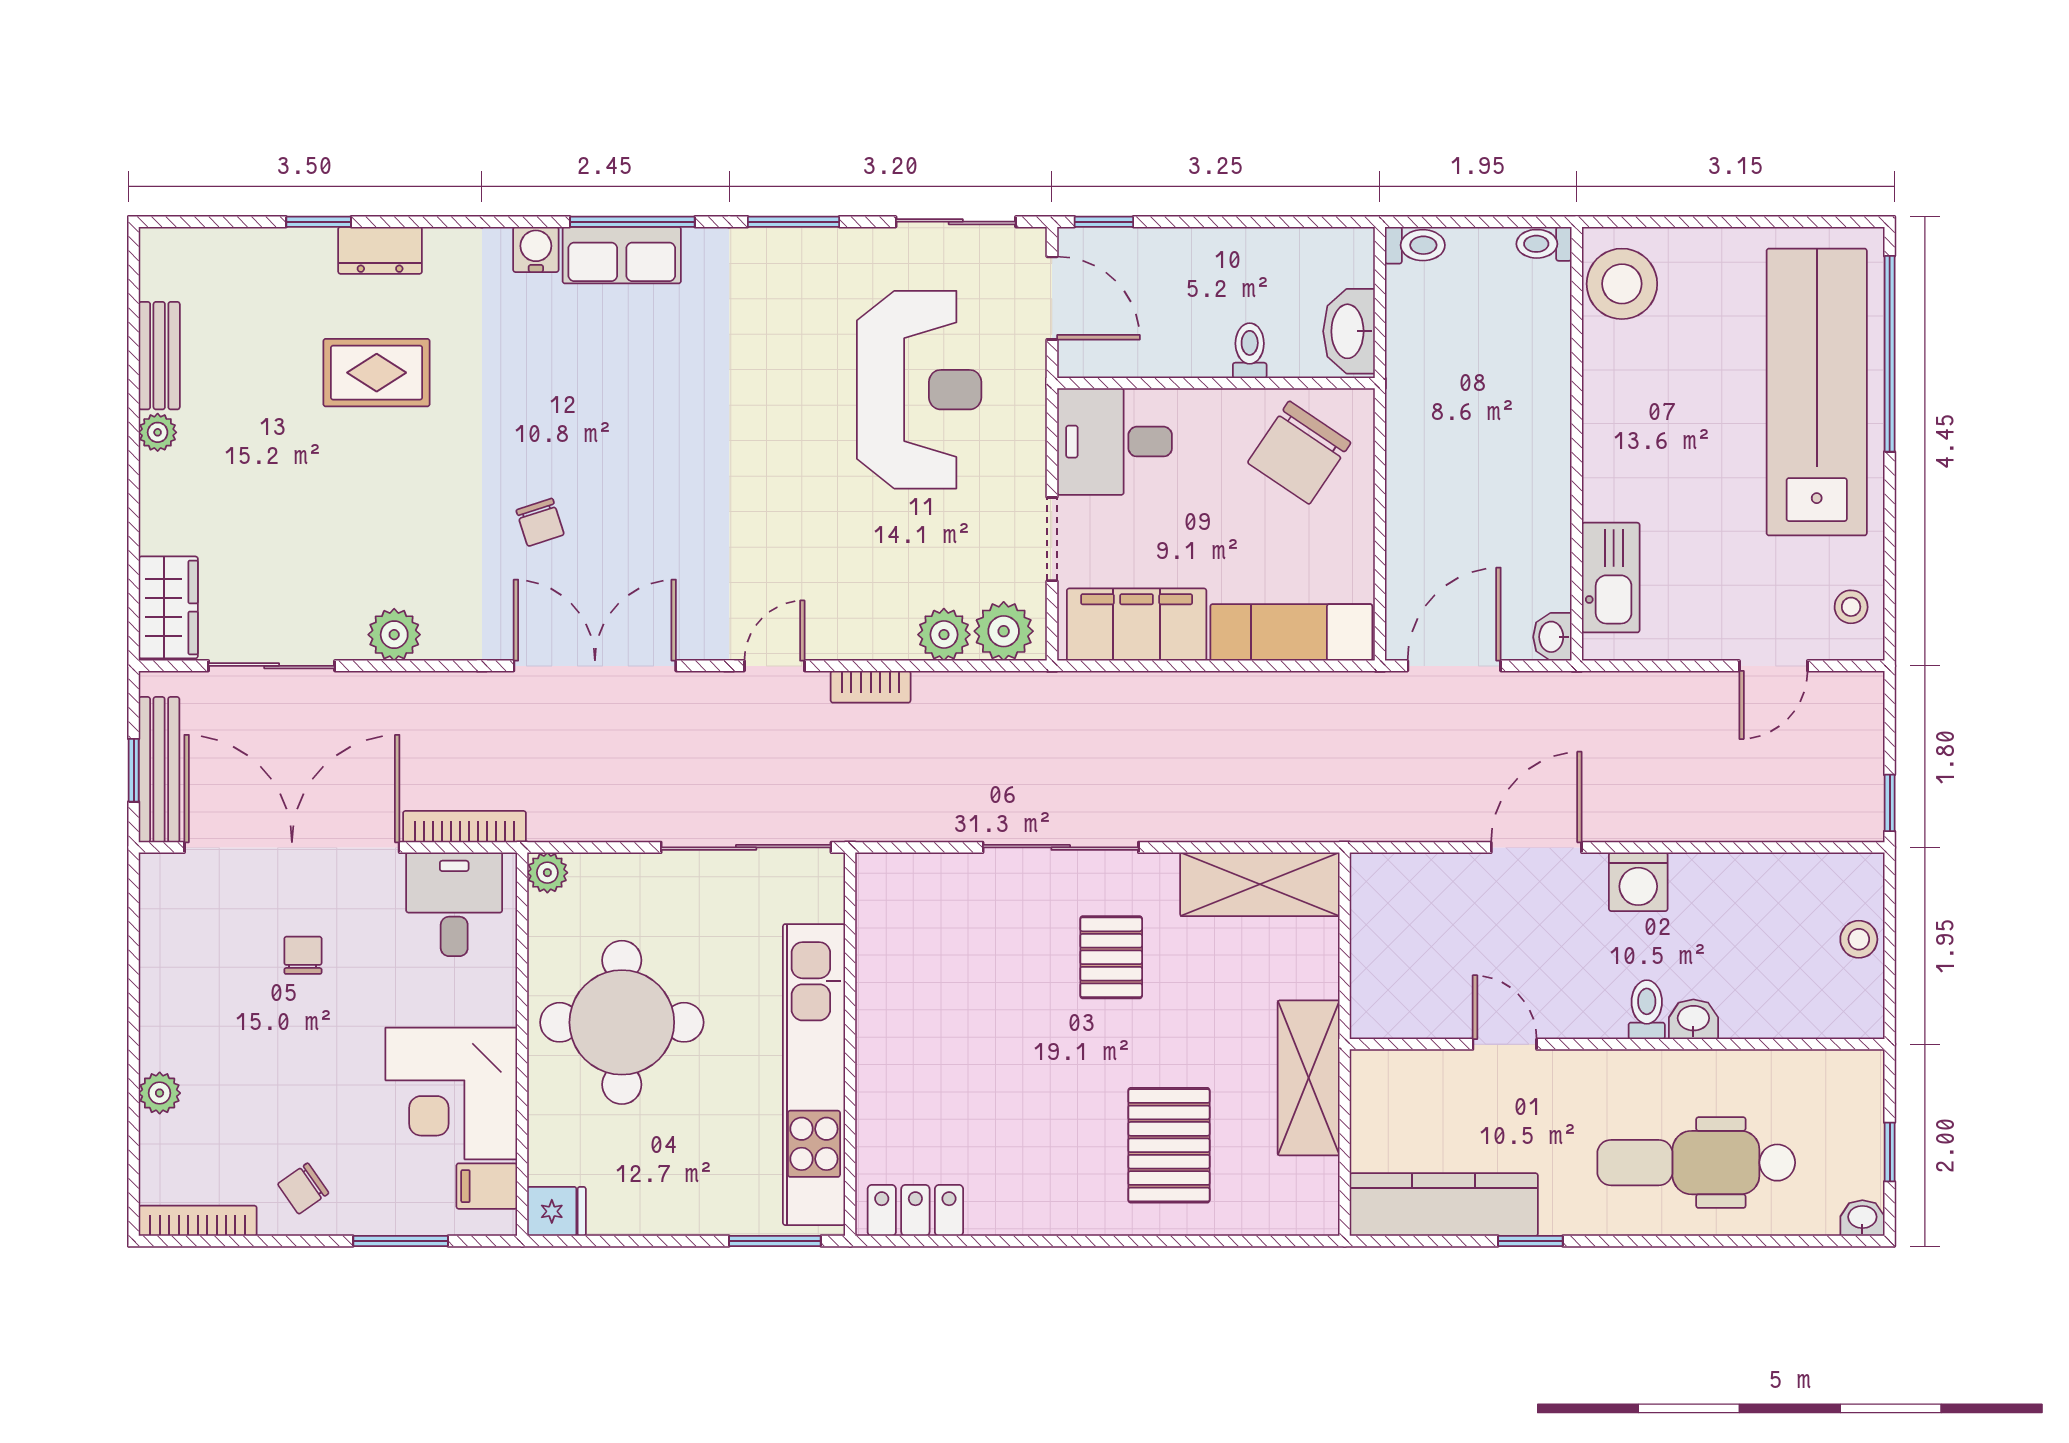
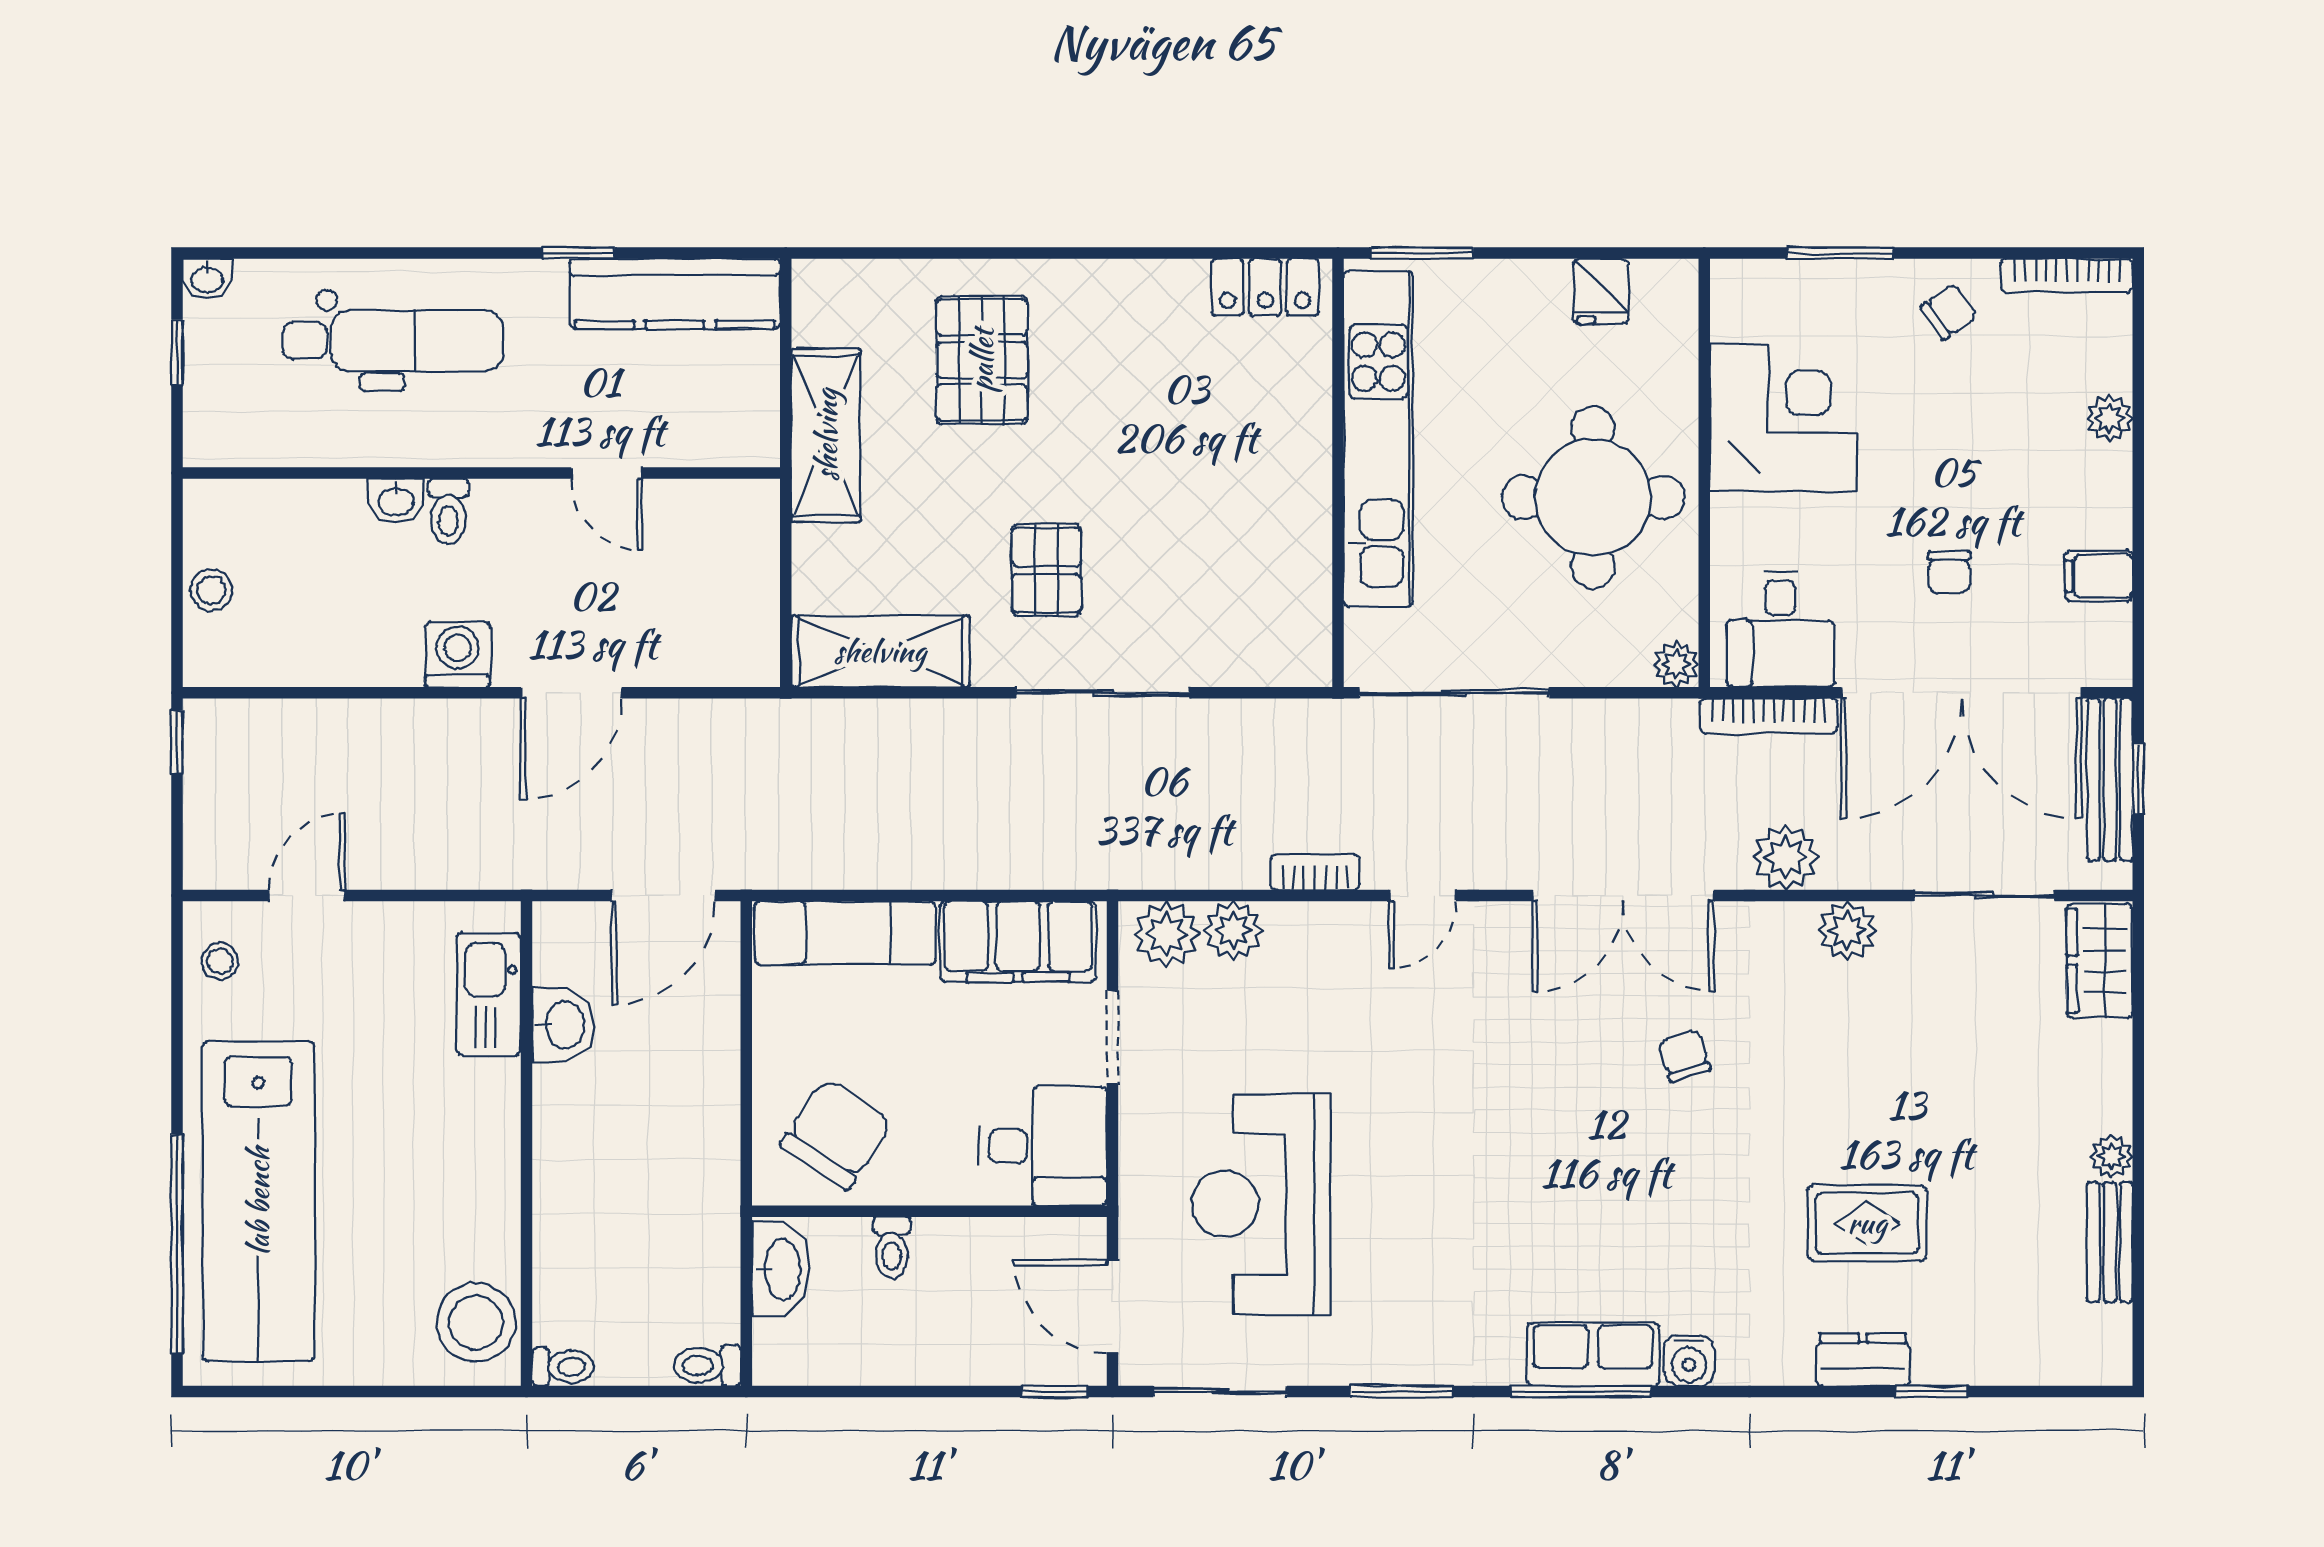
washbasin: (1552, 637) -> (563, 1025), moved, width x1.38, depth x1.45
plant: (449, 700) -> (1786, 857), added
filing cabinet: (487, 1186) -> (2099, 576), moved, turned 180
fridge: (557, 1211) -> (1601, 291), moved, turned -90

